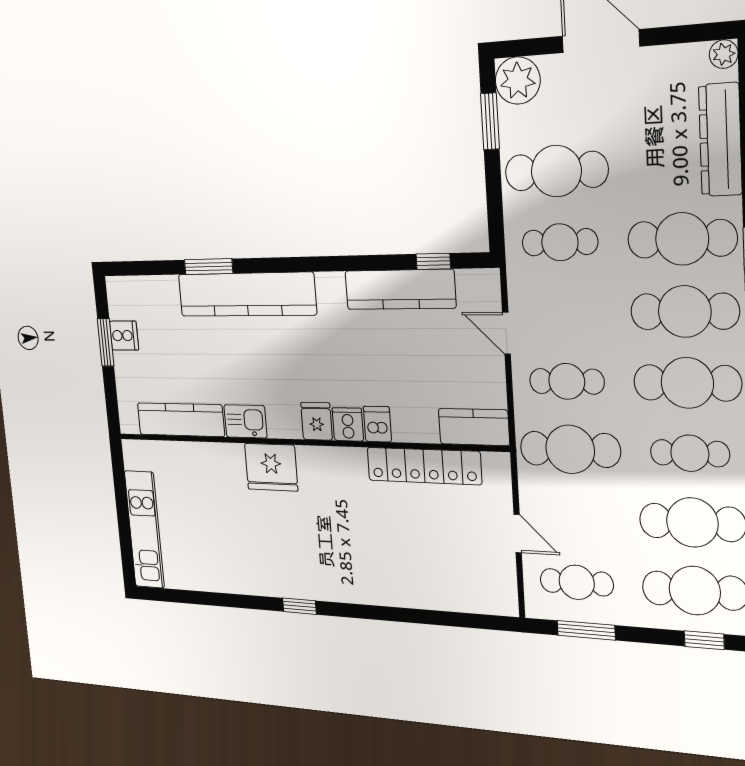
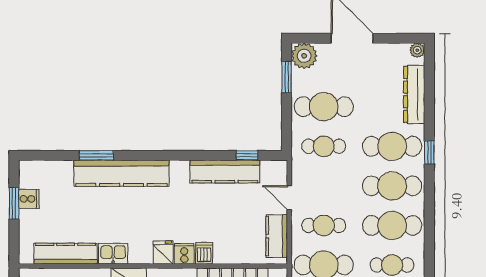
kitchen counter: (474, 427) -> (277, 236), moved, turned -90

